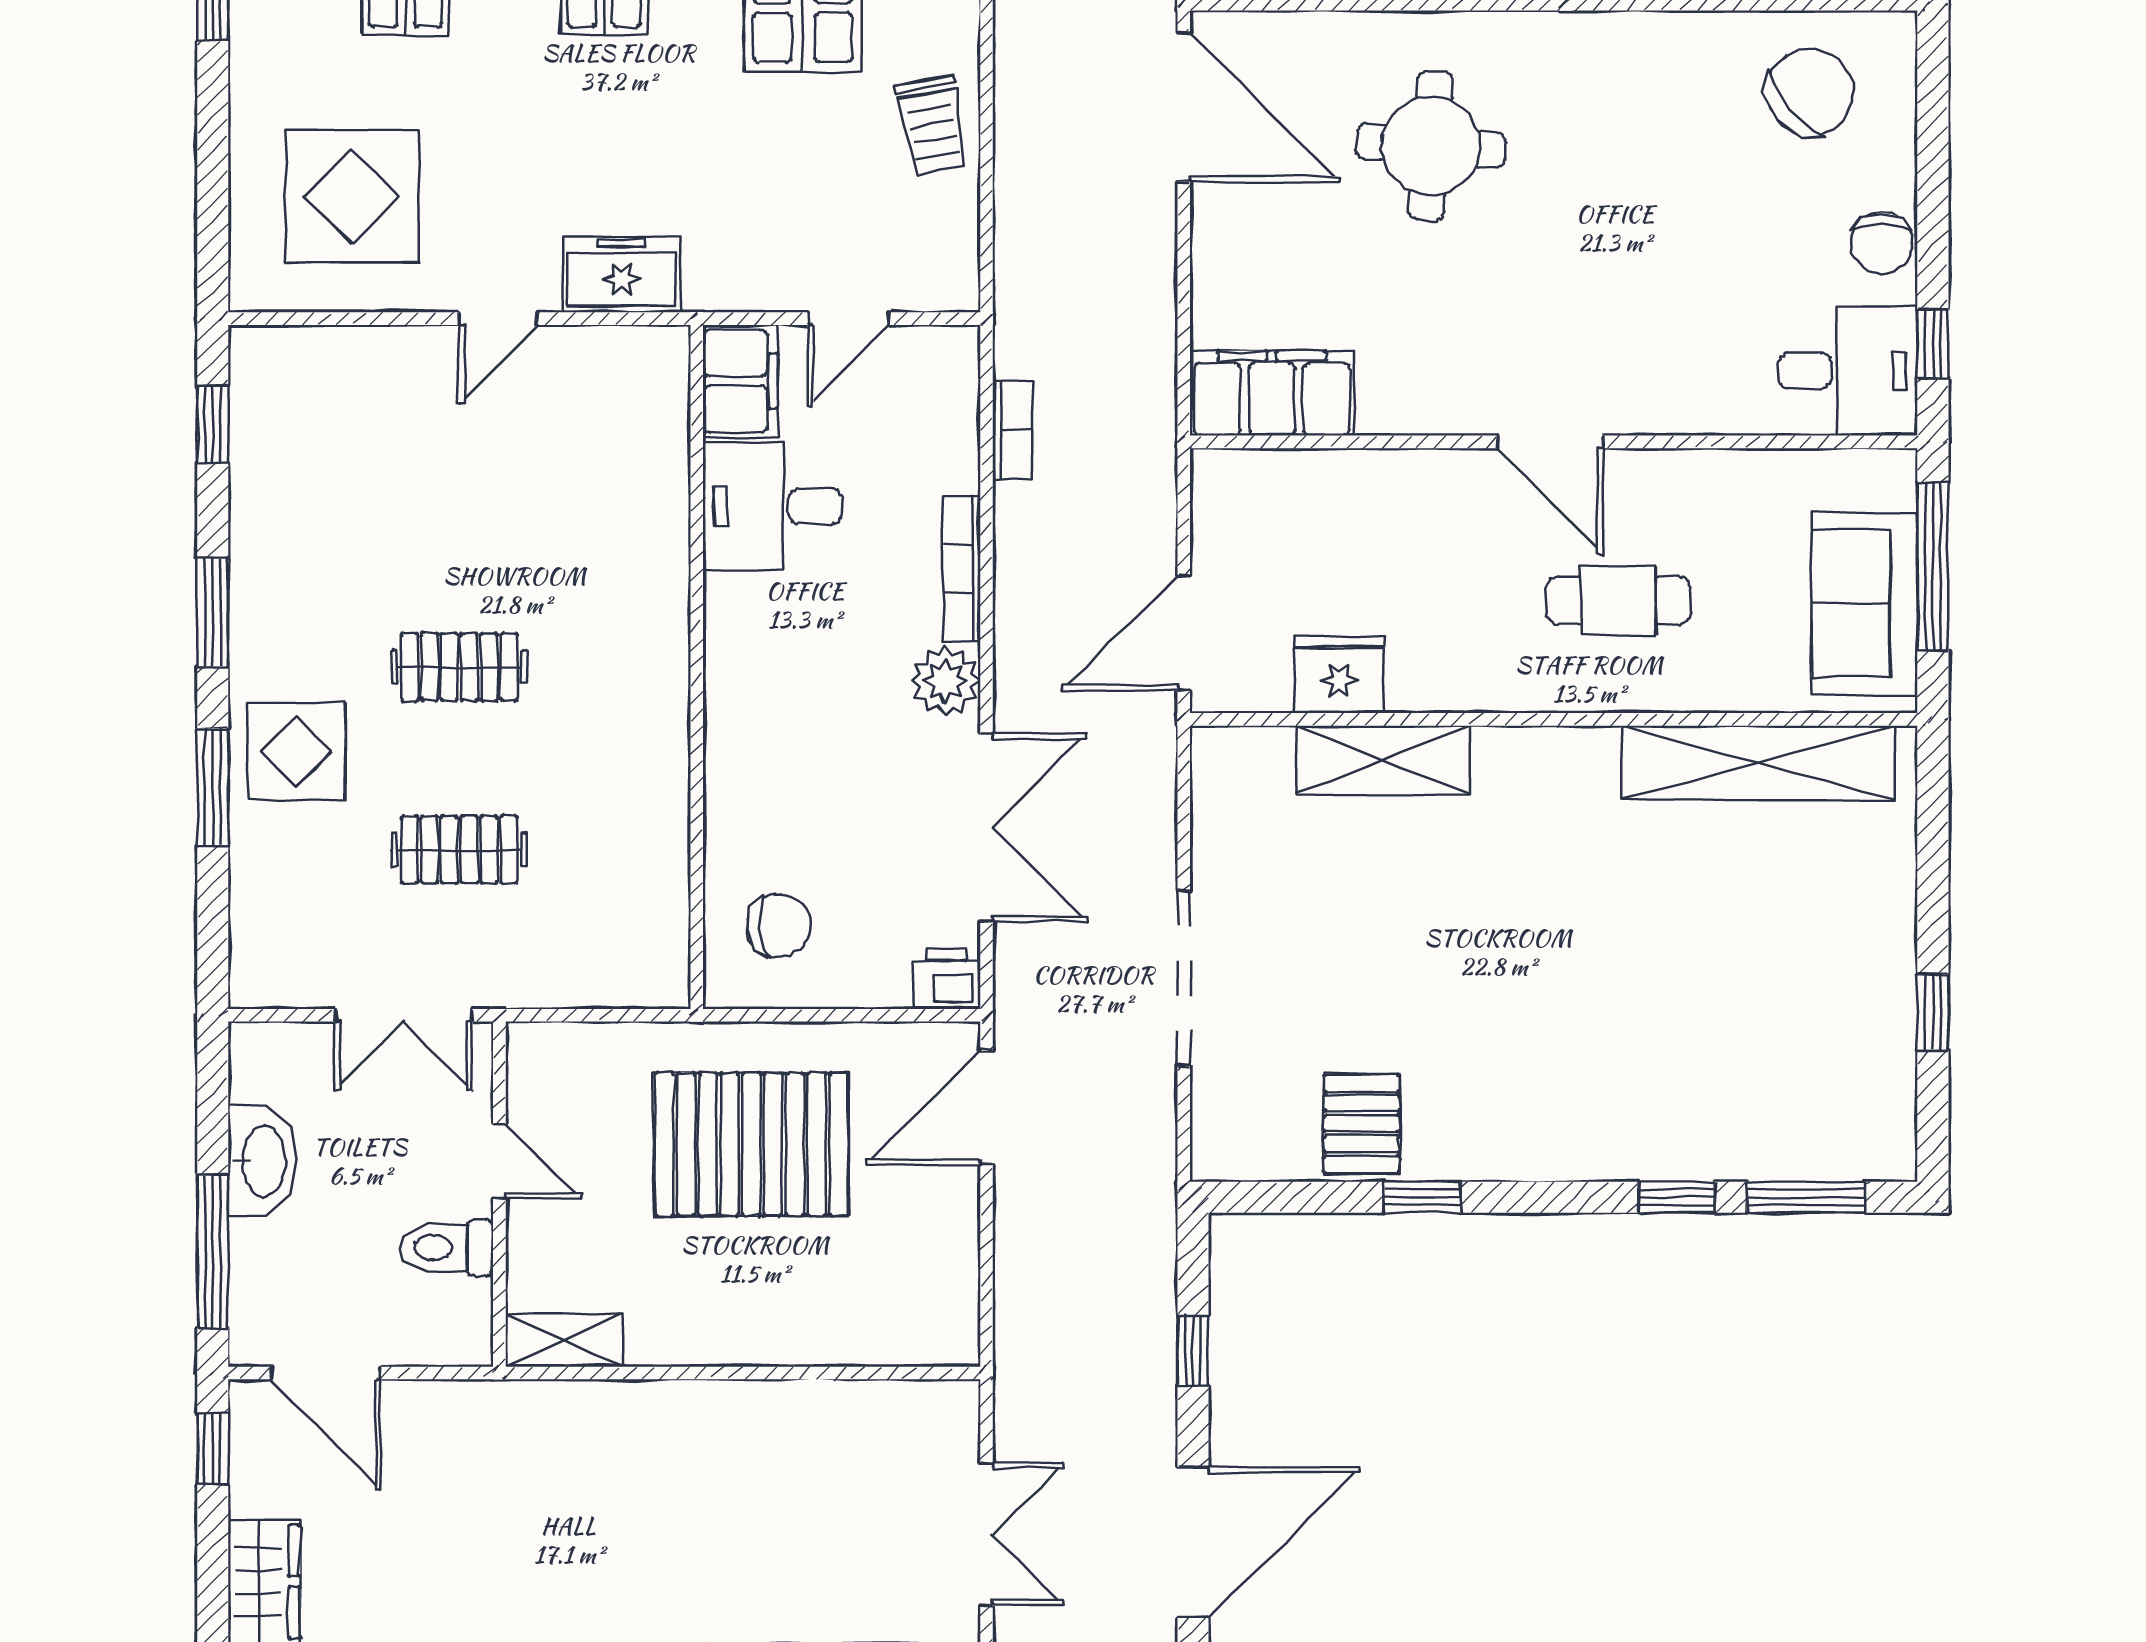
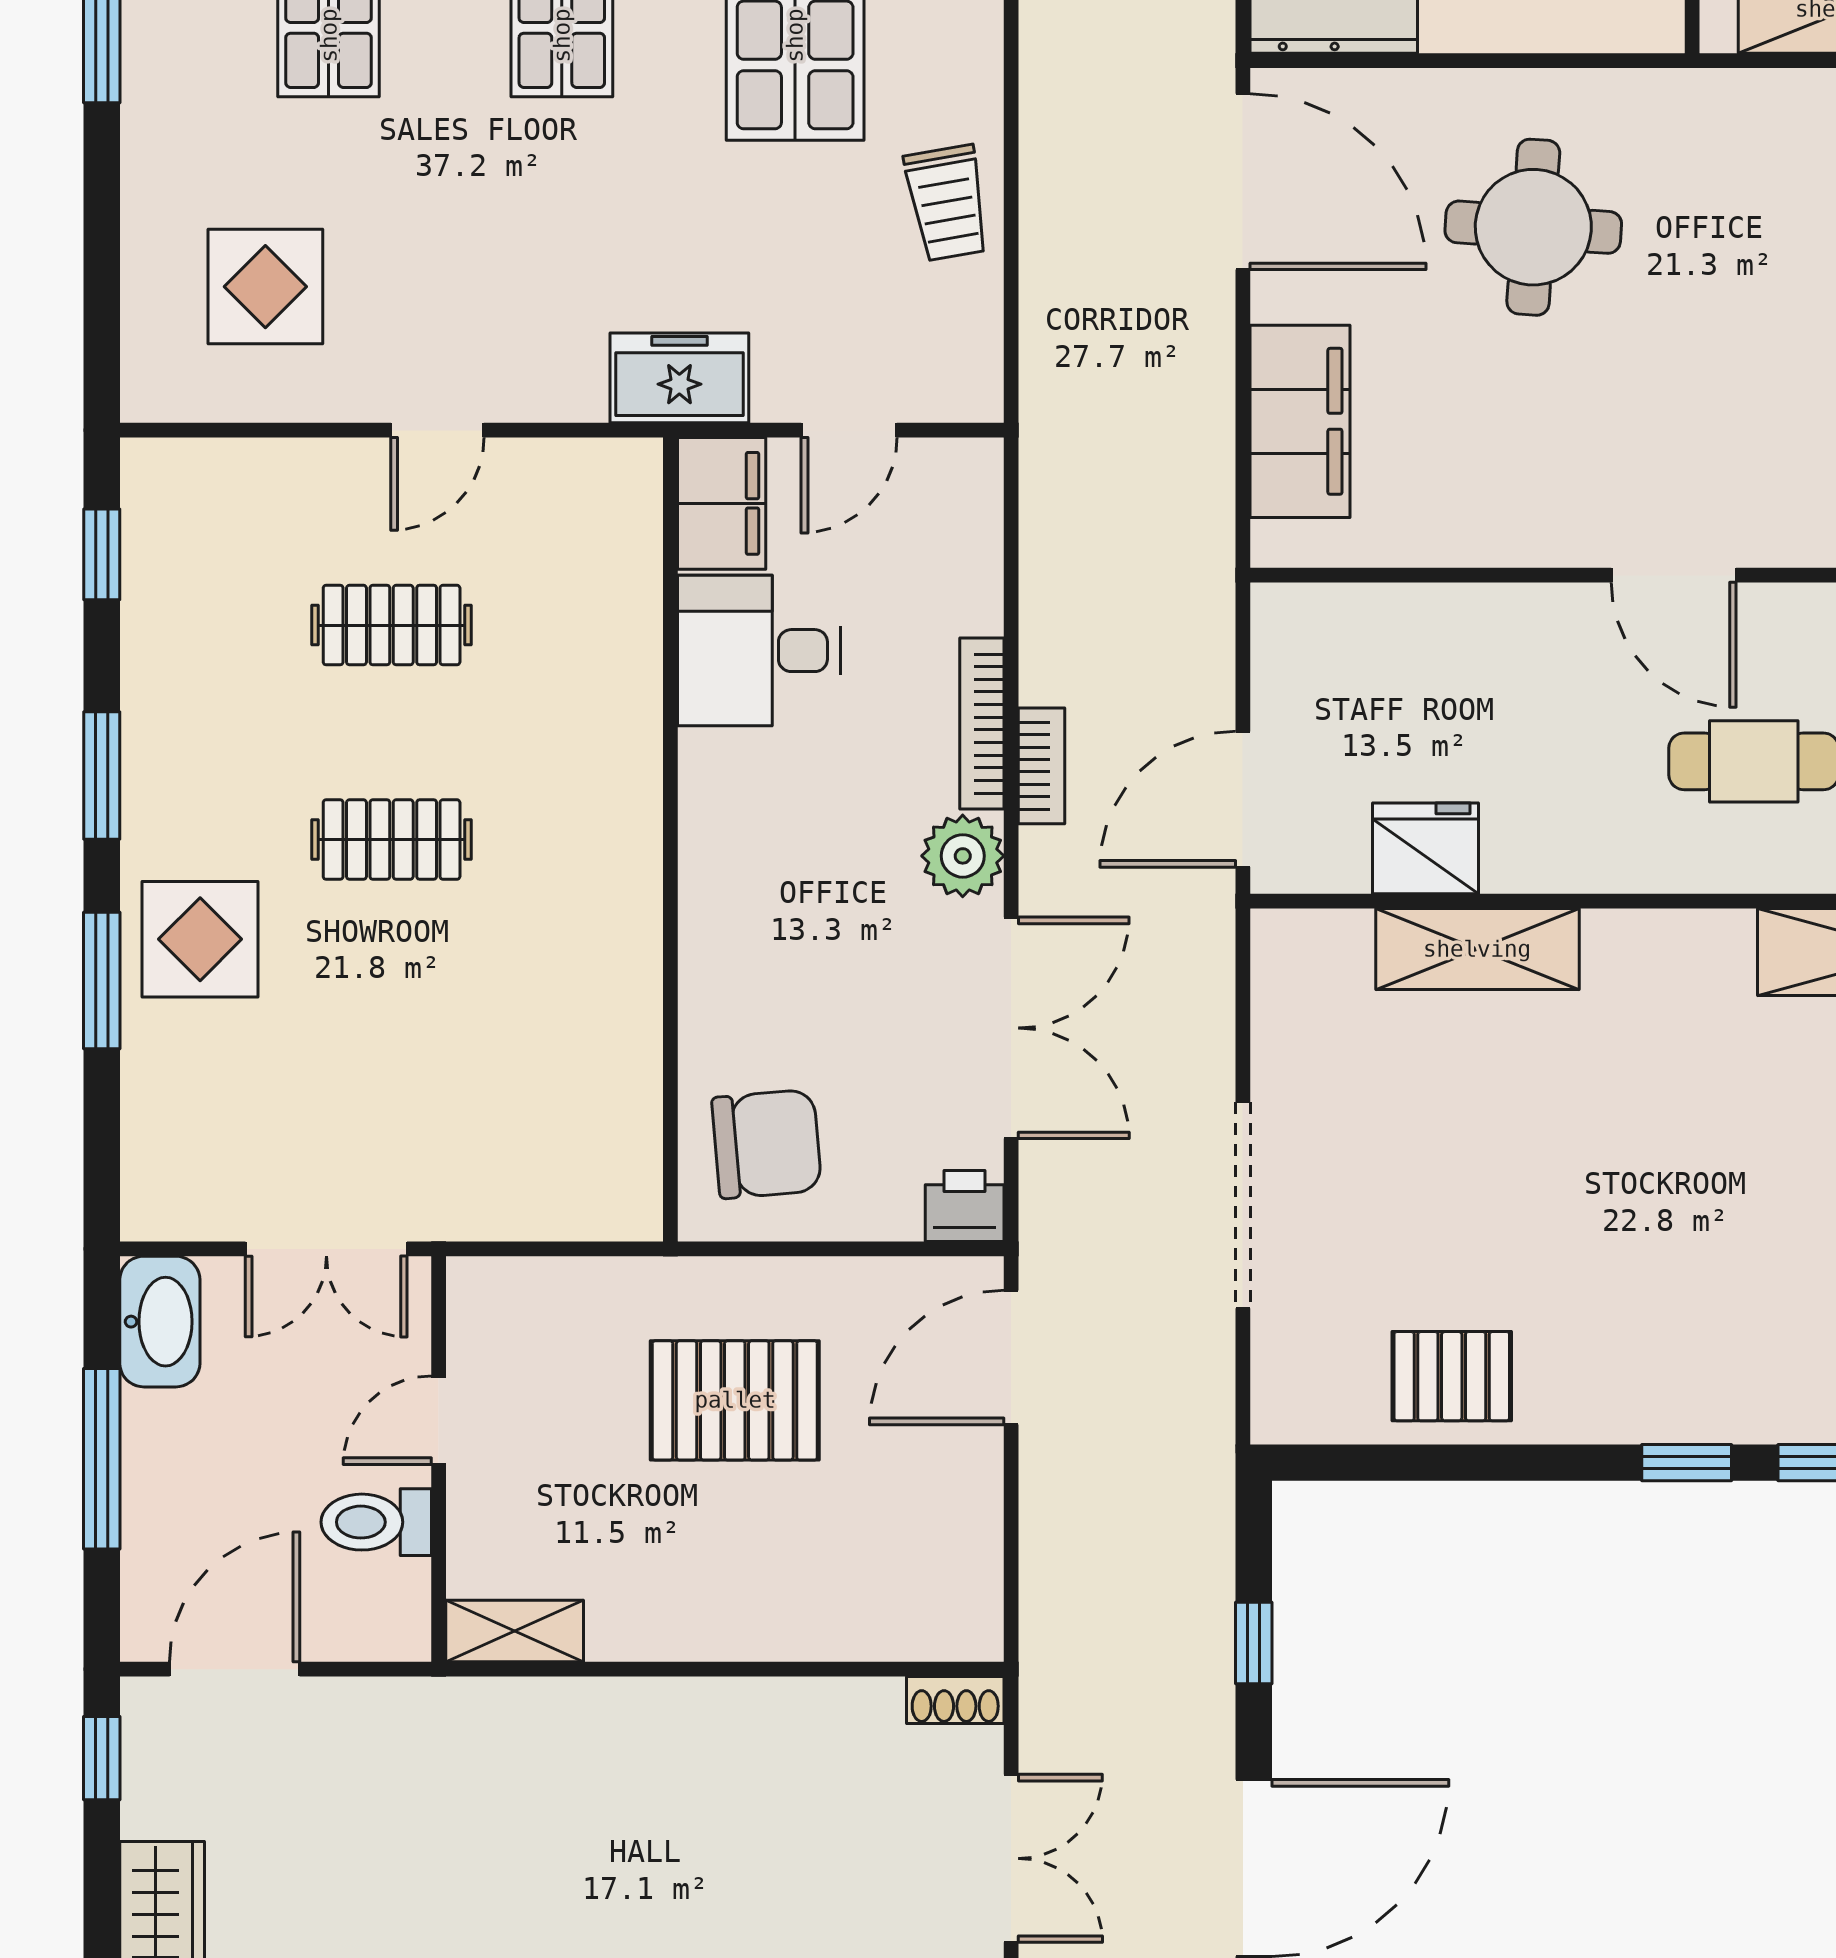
display table: (352, 196) -> (265, 287), width x0.73, depth x0.73
freezer: (621, 274) -> (679, 378), moved
filing cabinet: (1272, 393) -> (1300, 421), moved, turned 90
bookcase: (1012, 430) -> (1041, 766), moved
clothes rail: (459, 849) -> (392, 625), moved
chair: (779, 926) -> (767, 1144), width x1.37, depth x1.37
pallet: (1362, 1124) -> (1452, 1376), turned 90
pallet: (751, 1144) -> (735, 1400), width x0.73, depth x0.71
washbasin: (262, 1161) -> (160, 1322), moved
door: (499, 1161) -> (439, 1420), swing flipped
window: (1422, 1197) -> (1687, 1463), moved
window: (213, 1252) -> (102, 1459), moved
door: (326, 1373) -> (235, 1669), swing flipped
shoe rack: (939, 1399) -> (955, 1700), added

